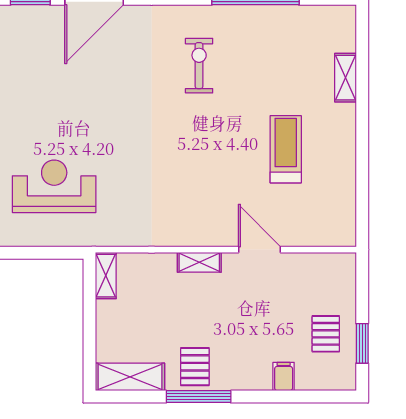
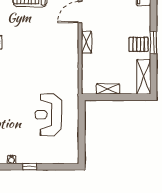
shelving: (106, 276) -> (108, 89), moved
window: (199, 397) -> (154, 43), width x0.69

